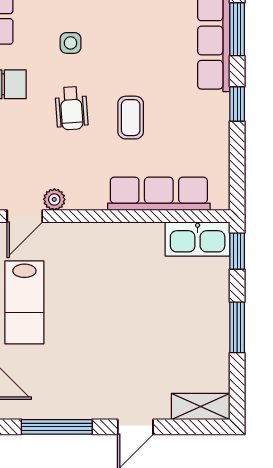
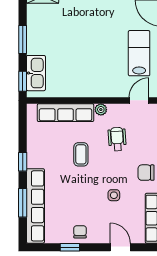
wheelchair: (71, 108) -> (117, 139), moved
plant: (54, 199) -> (101, 110), moved
kitchen sink: (198, 239) -> (36, 73), moved, turned 90

